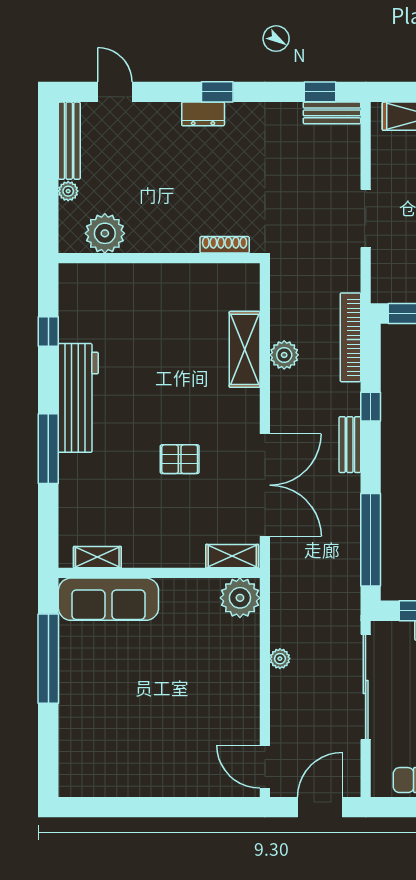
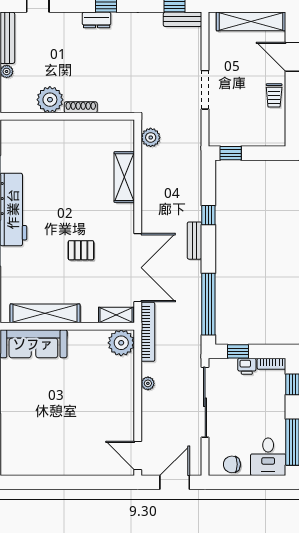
plant: (105, 233) -> (50, 100), moved
shoe rack: (225, 245) -> (81, 107), moved
bookcase: (350, 337) -> (148, 332), moved, turned 180
plant: (284, 355) -> (151, 137), moved
shelving: (97, 557) -> (45, 313), width x2.20, depth x1.33

